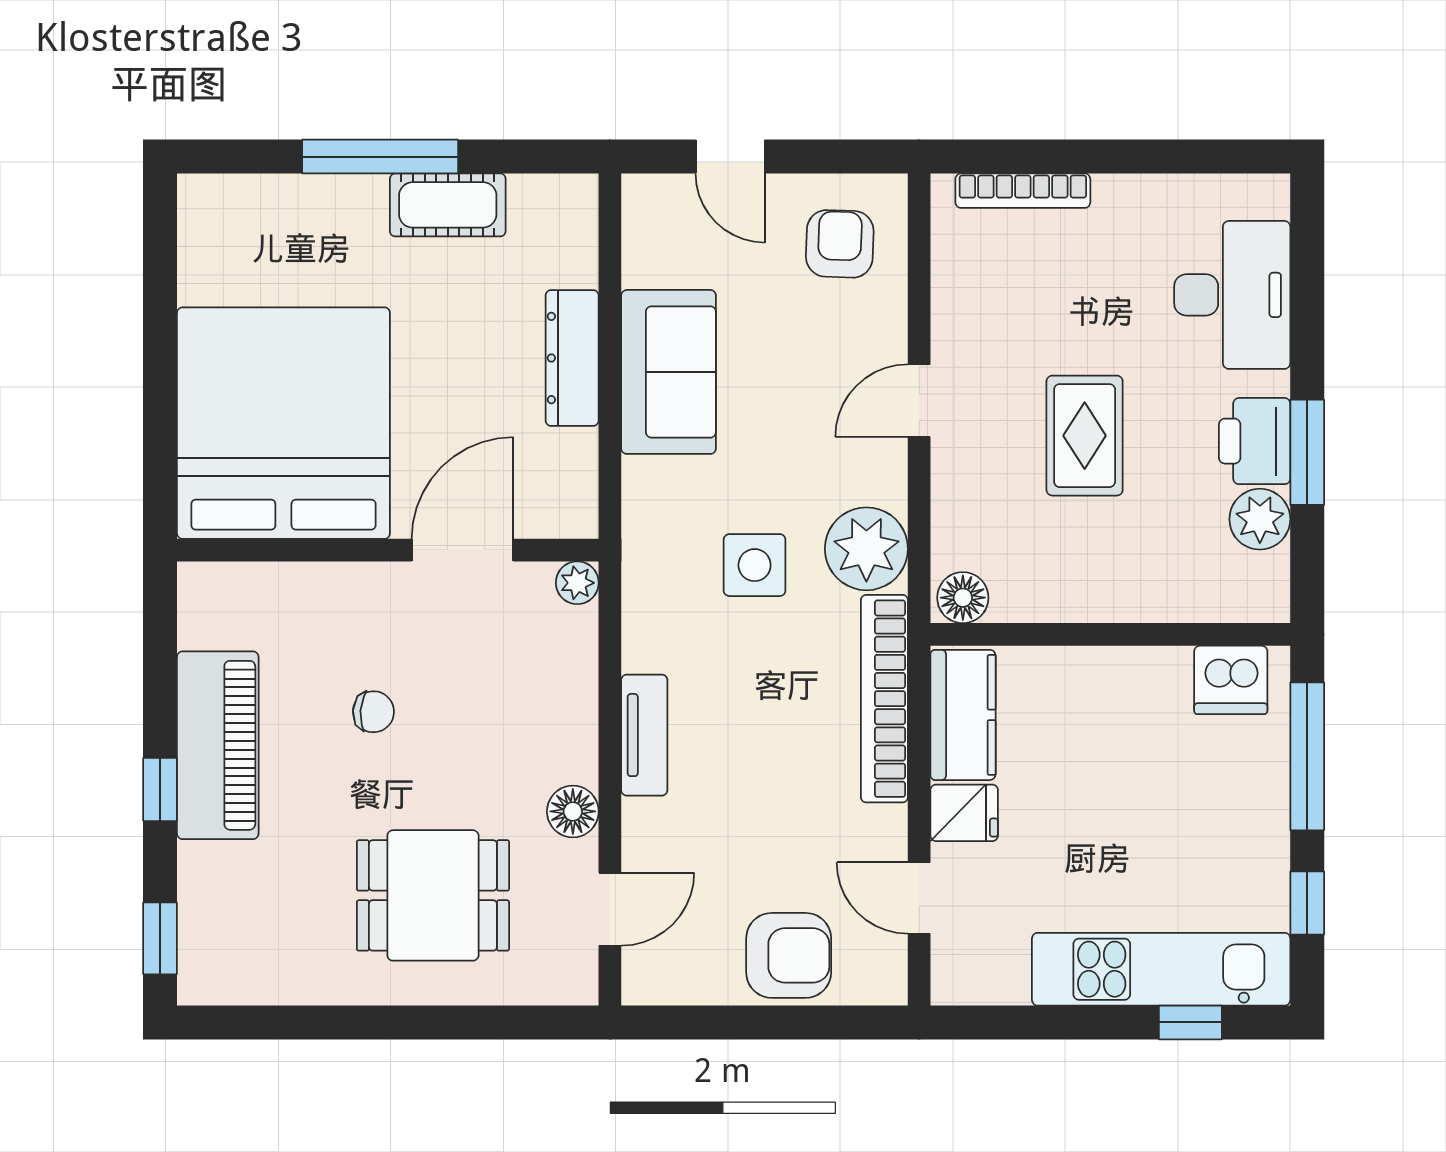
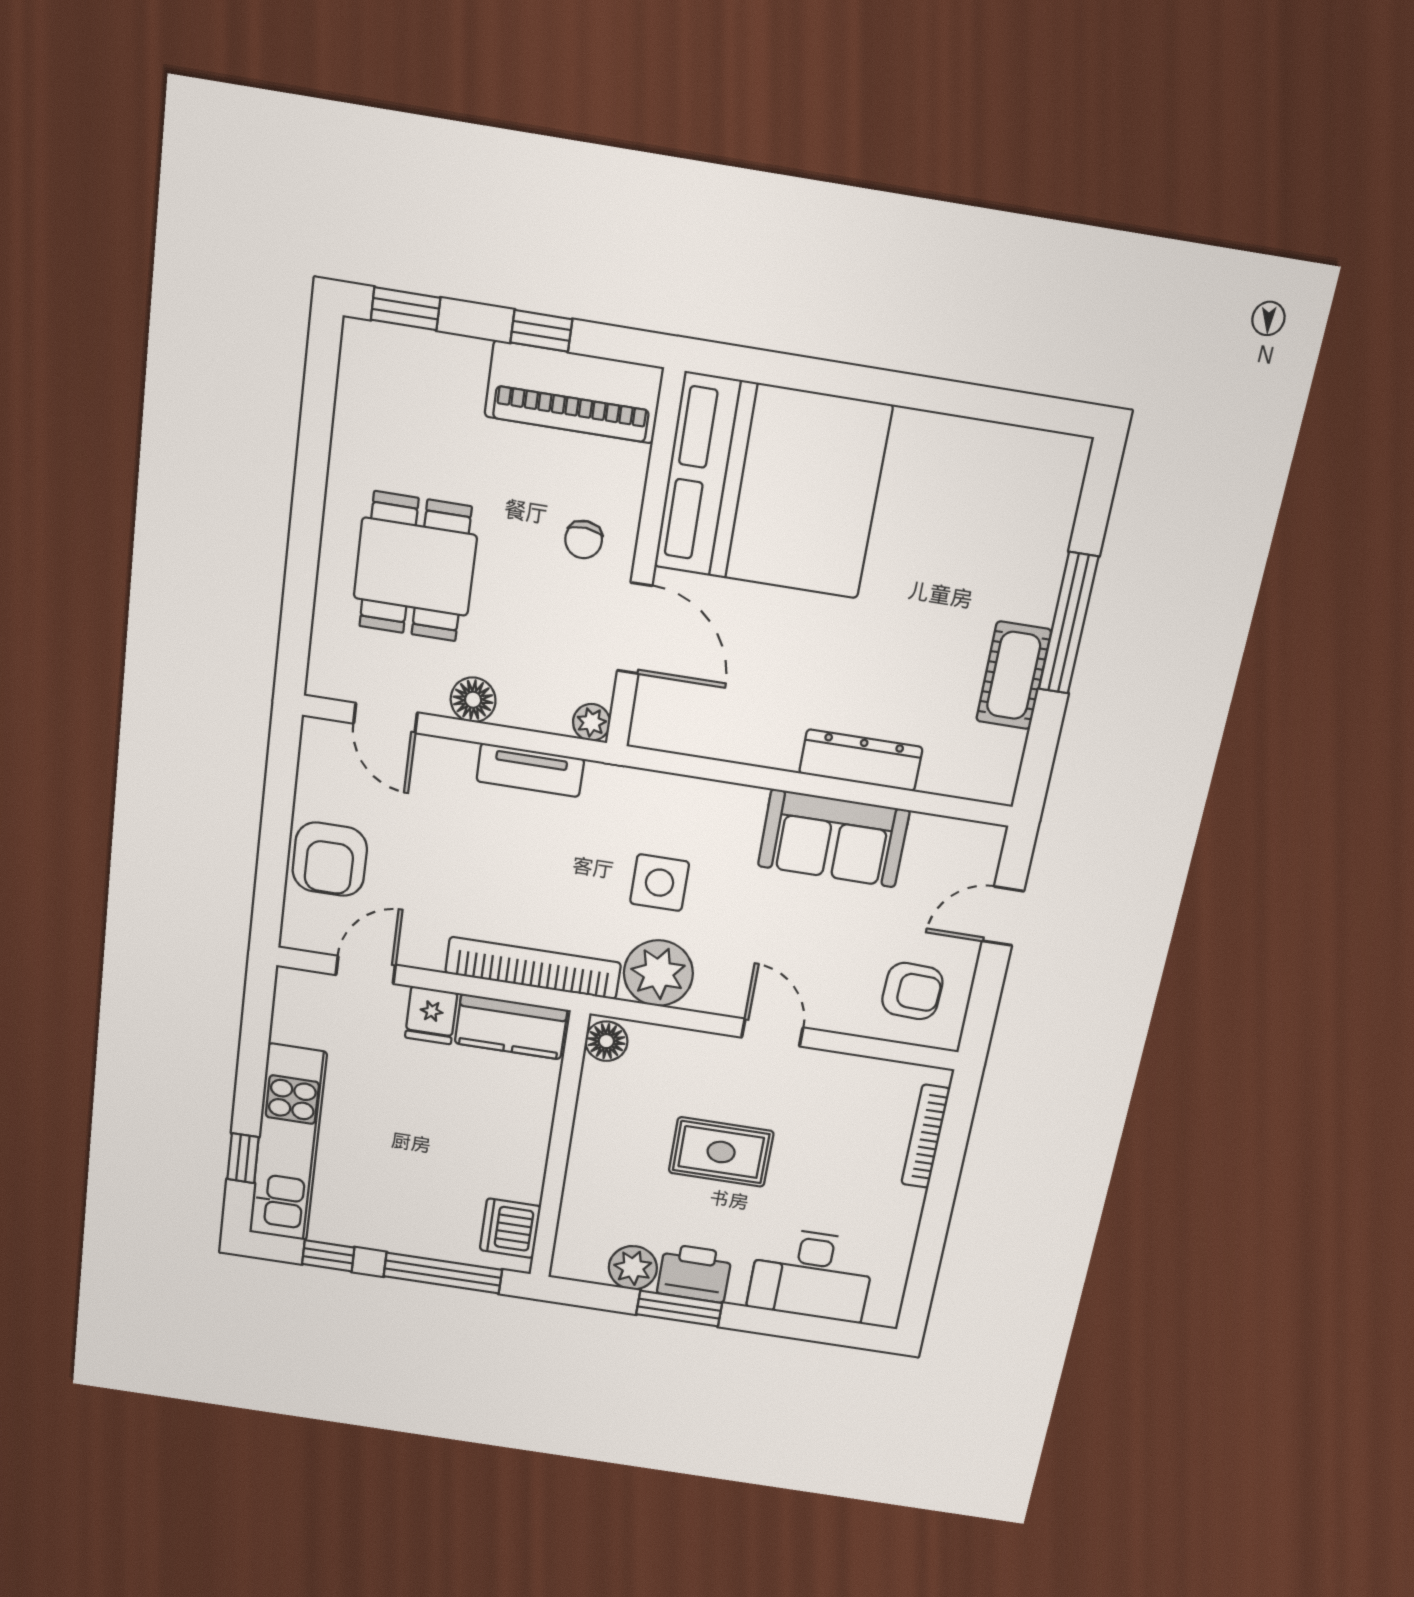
bed: (283, 423) -> (772, 486), moved
wall: (388, 550) -> (645, 562), moved
door: (463, 550) -> (635, 628), moved
plant: (577, 583) -> (592, 722), moved

